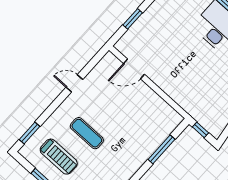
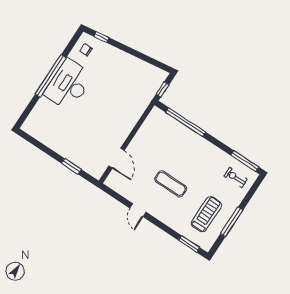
exercise mat: (87, 133) -> (171, 184), moved, turned 90
window: (162, 149) -> (186, 122), width x1.46

